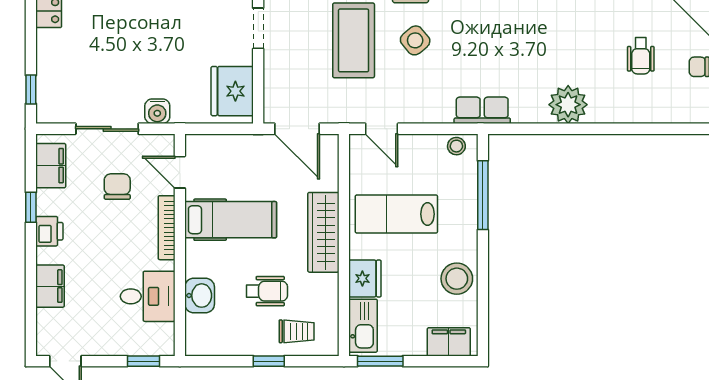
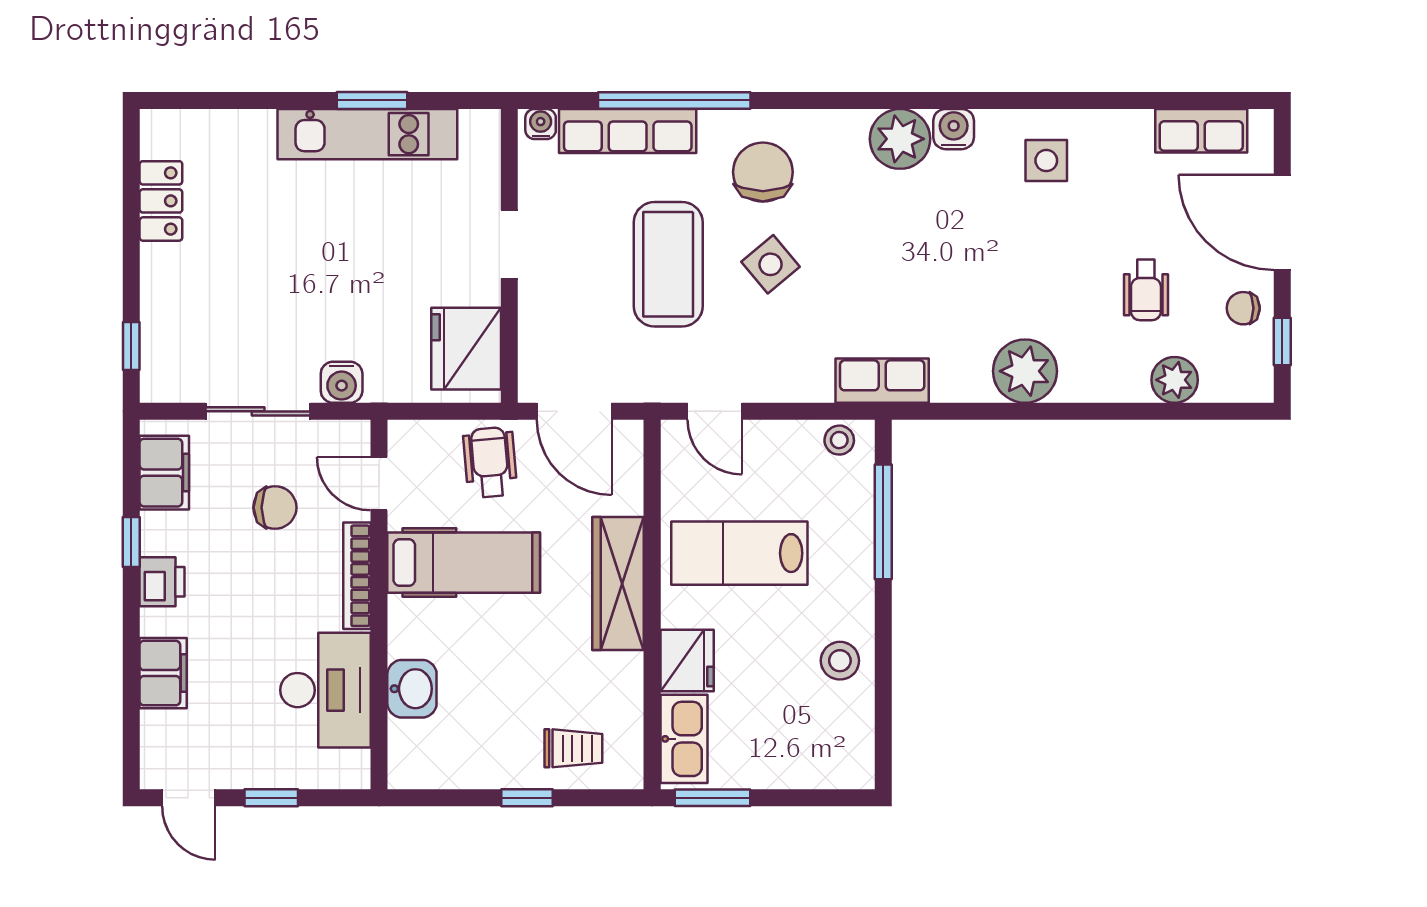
plant: (658, 110) -> (1175, 380), added
chair: (117, 187) -> (275, 507), turned 90
stool: (457, 279) -> (840, 661), width x0.73, depth x0.73
wheelchair: (267, 291) -> (490, 462), moved, turned -95
desk: (148, 296) -> (326, 690), width x1.37
filing cabinet: (449, 342) -> (827, 766), removed
window: (144, 361) -> (271, 798), moved

